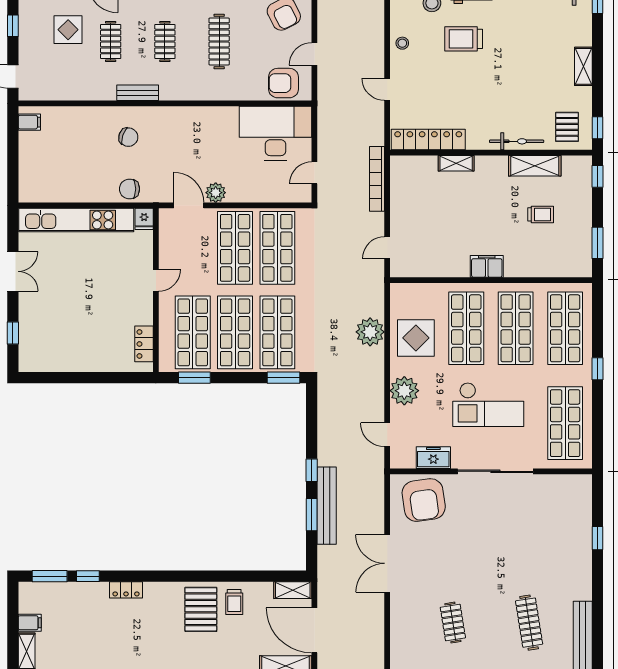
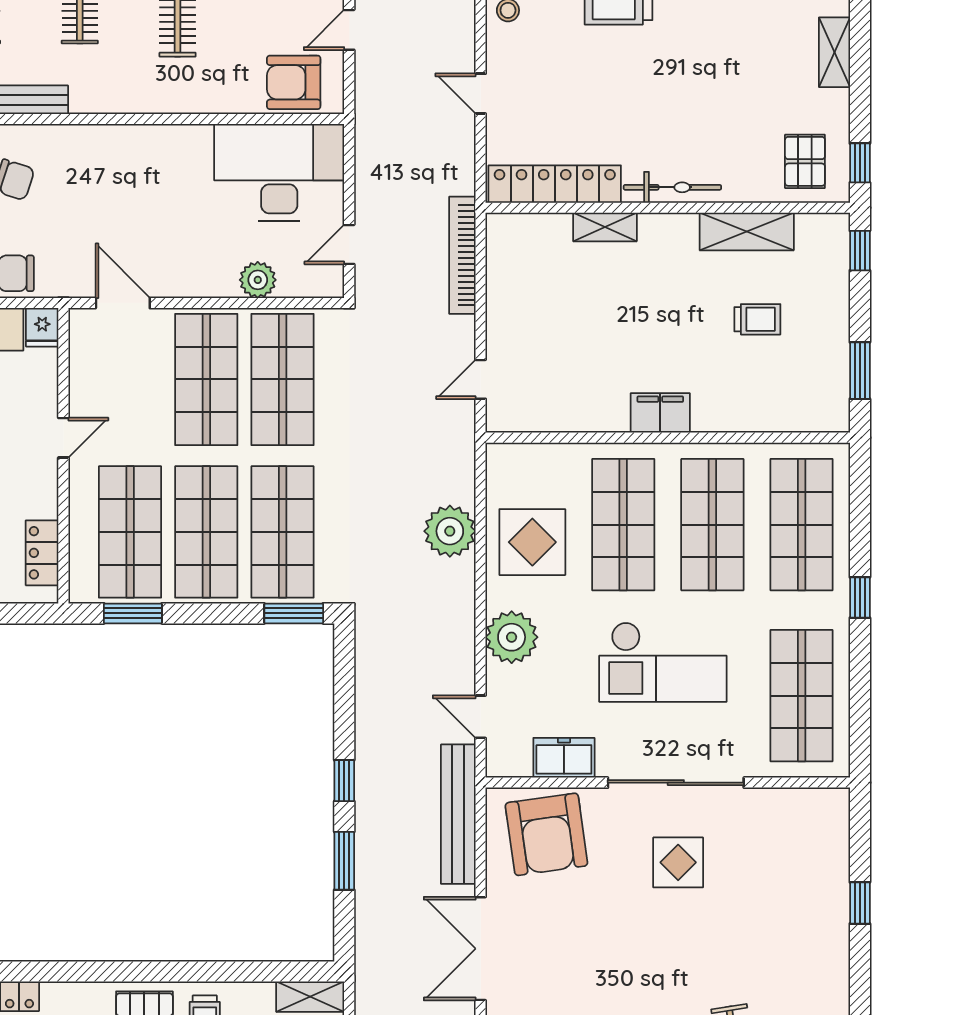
bicycle: (517, 141) -> (672, 187), moved
plant: (216, 193) -> (258, 280), moved
bench: (327, 506) -> (458, 814), moved
display table: (497, 516) -> (678, 862), added

